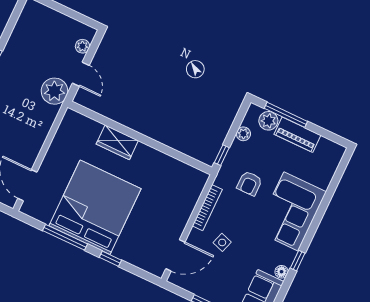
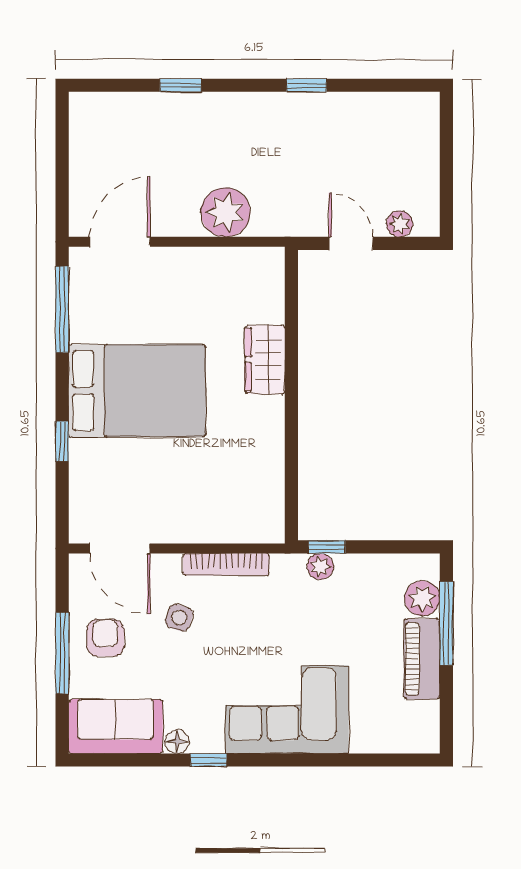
door: (81, 74) -> (351, 243), swing flipped
plant: (54, 91) -> (226, 212), moved
plant: (243, 134) -> (320, 566), moved
armchair: (249, 183) -> (106, 638), moved, turned 90
bed: (95, 207) -> (137, 391), width x0.73
window: (65, 237) -> (62, 309), moved

